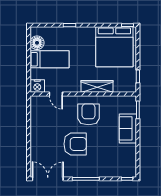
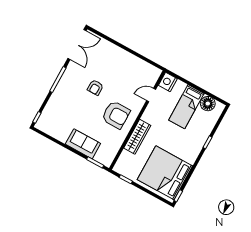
armchair: (75, 144) -> (95, 87), width x0.53, depth x0.53

